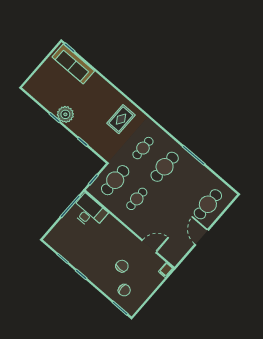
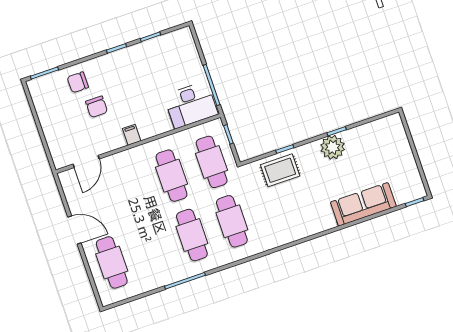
sofa: (73, 64) -> (363, 204), moved
rug: (121, 119) -> (280, 170), moved, turned 90
cafe table: (143, 148) -> (232, 221), width x1.37, depth x1.35
cafe table: (137, 199) -> (172, 176), width x1.37, depth x1.35
door: (149, 246) -> (86, 161), moved
filing cabinet: (166, 270) -> (132, 135), moved
chair: (124, 290) -> (78, 82), moved

